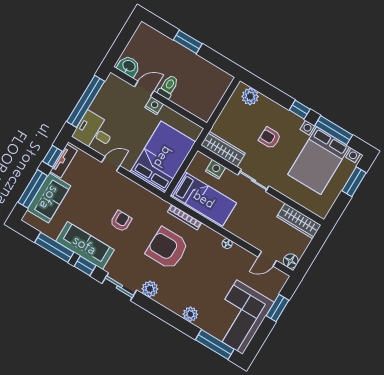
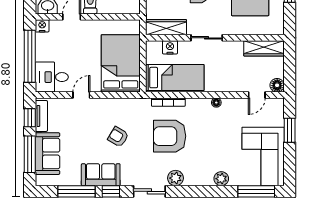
nightstand: (154, 106) -> (42, 26), moved
armchair: (121, 221) -> (118, 137), turned -59
sofa: (85, 245) -> (101, 175), width x0.73

